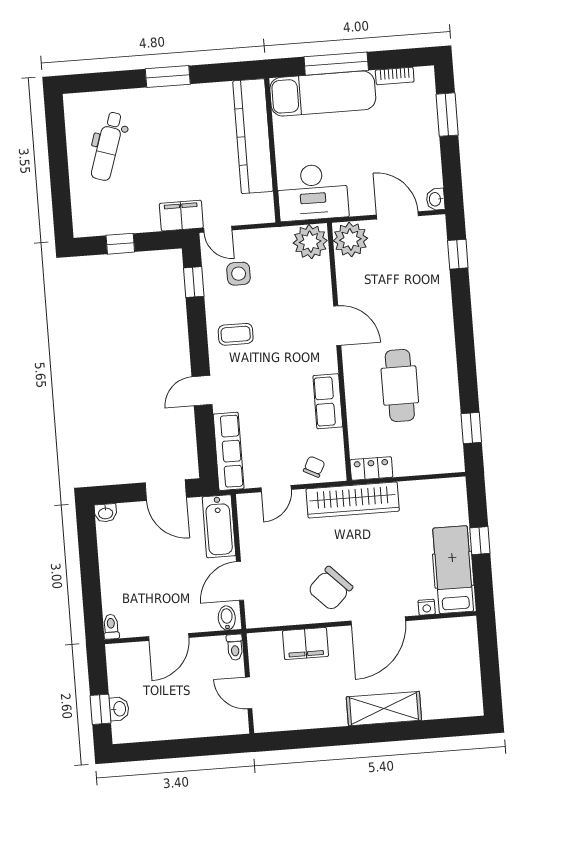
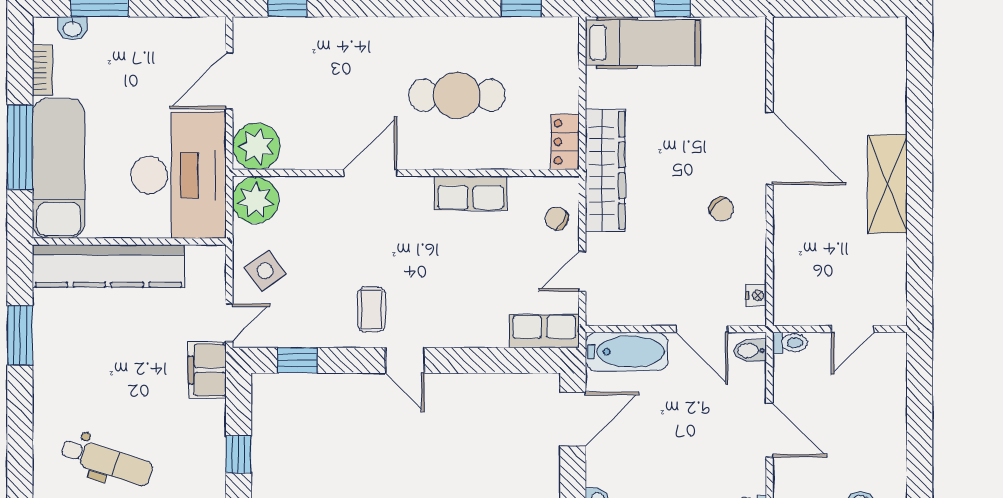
window: (168, 77) -> (20, 335), moved
desk: (313, 192) -> (179, 175), width x1.36, depth x1.30
washbasin: (435, 199) -> (72, 28), moved
side table: (239, 274) -> (265, 271), moved, turned -37
door: (202, 391) -> (405, 360), moved
row of seats: (229, 451) -> (544, 331), width x0.68
door: (276, 489) -> (582, 271), swing flipped
hospital bed: (453, 570) -> (643, 43), moved, turned 180
chair: (330, 589) -> (721, 209), width x0.54, depth x0.54
nightstand: (427, 607) -> (756, 295), moved
filing cabinet: (305, 644) -> (792, 248), removed
shelving: (384, 709) -> (887, 184), moved

